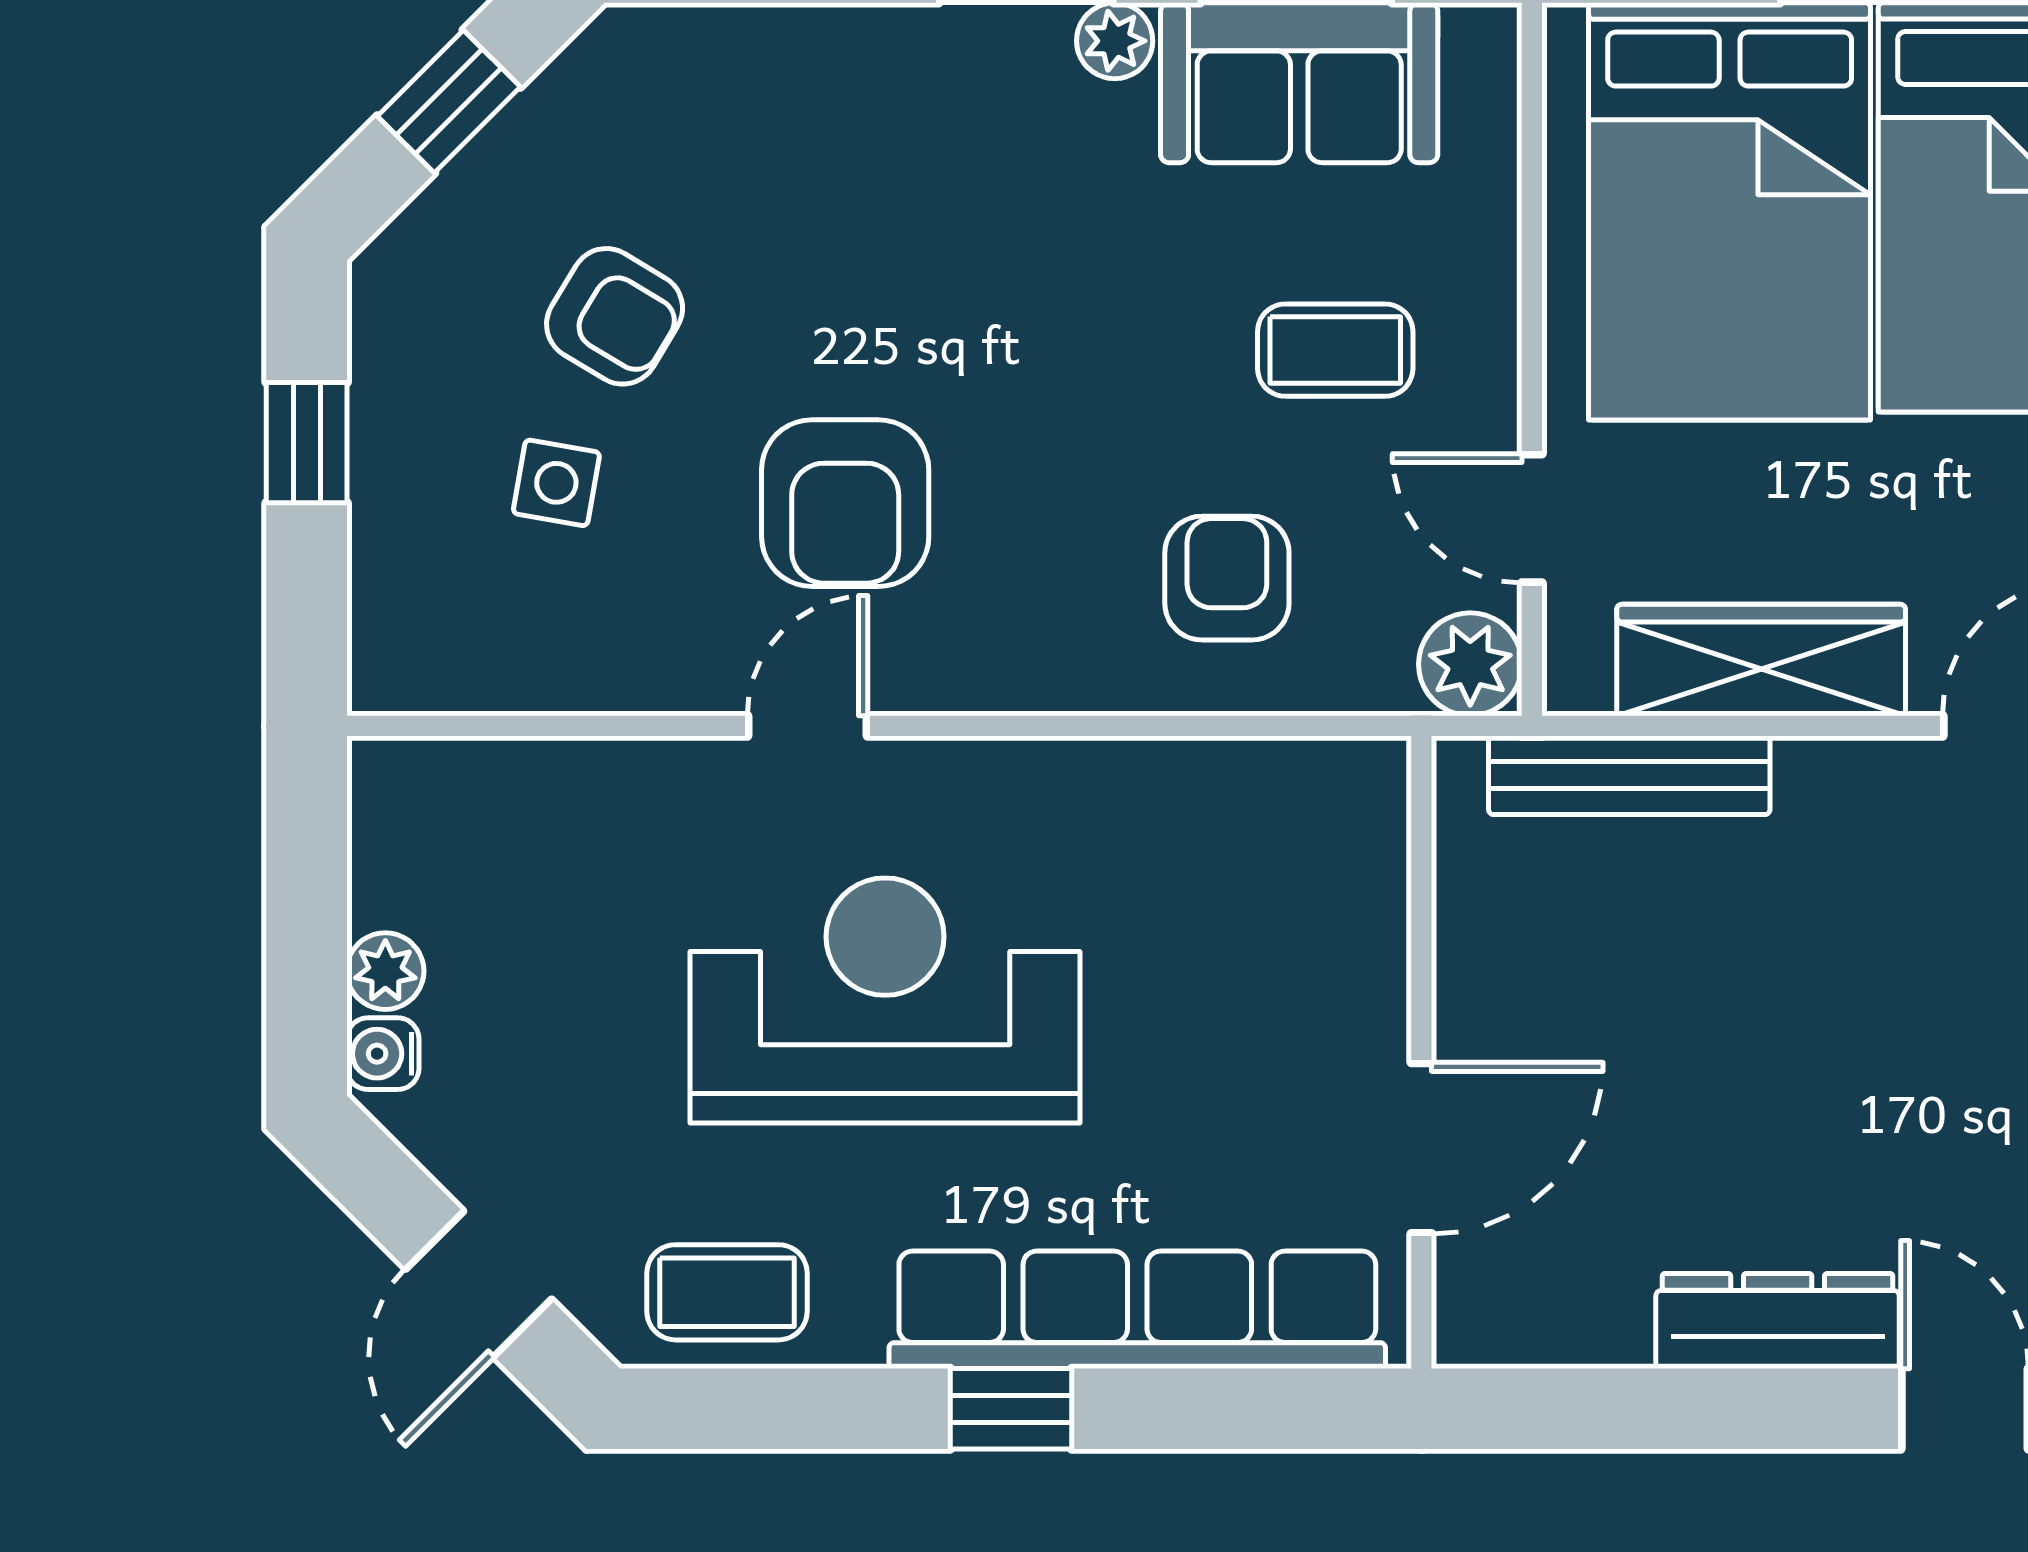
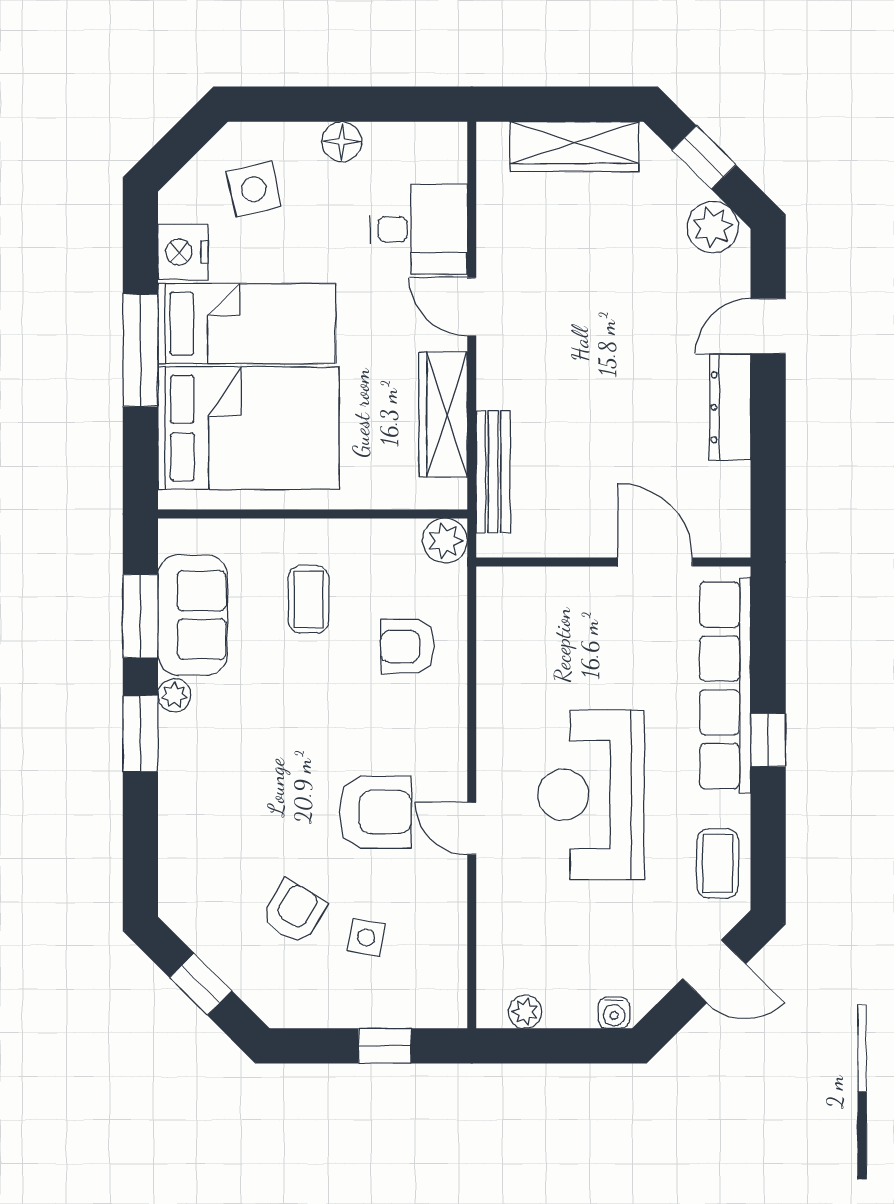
window: (307, 443) -> (385, 1046), moved
door: (1532, 518) -> (382, 514), removed
plant: (385, 971) -> (525, 1012), moved

